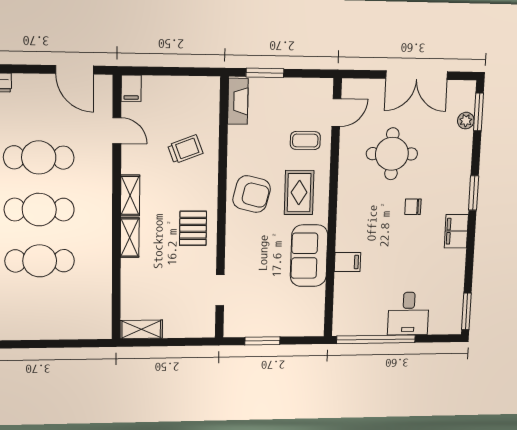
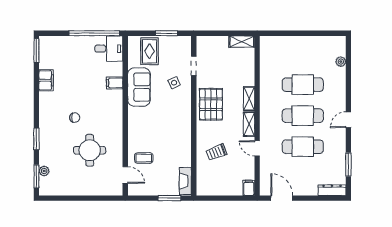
double door: (417, 75) -> (77, 198), removed
door: (336, 113) -> (125, 175), swing flipped
door: (117, 131) -> (257, 148), moved
rug: (299, 192) -> (150, 51), moved
window: (474, 193) -> (36, 139), moved
armchair: (252, 194) -> (176, 125), removed
pallet: (193, 228) -> (211, 104), width x1.50, depth x1.42
filing cabinet: (456, 231) -> (46, 80), moved
side table: (252, 263) -> (174, 83), added
desk: (408, 314) -> (109, 49), moved, turned 90

